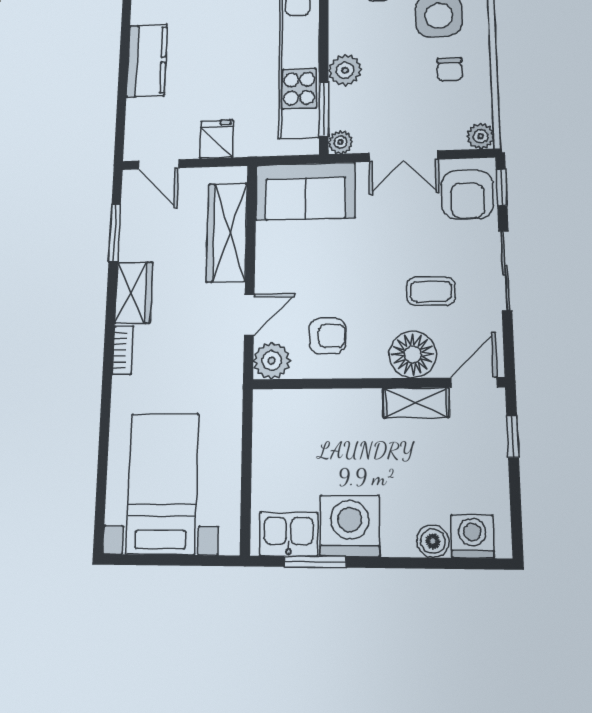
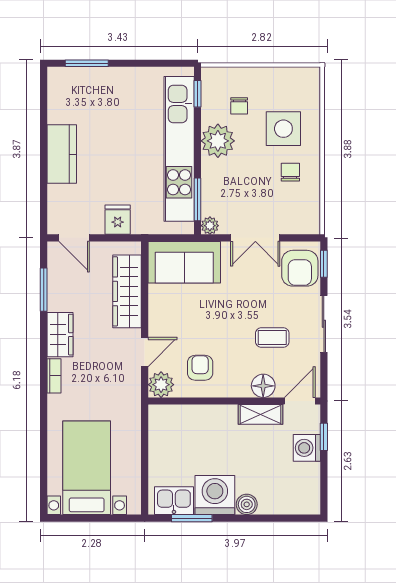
chair: (450, 69) -> (290, 172), turned 180
plant: (345, 70) -> (218, 141), moved, width x1.36, depth x1.36
plant: (481, 136) -> (311, 225), removed
armchair: (327, 336) -> (200, 368), turned -90
floor lamp: (413, 354) -> (263, 386), width x0.73, depth x0.73
washing machine: (472, 536) -> (307, 448), moved, turned -90
boiler: (433, 541) -> (247, 504), moved

